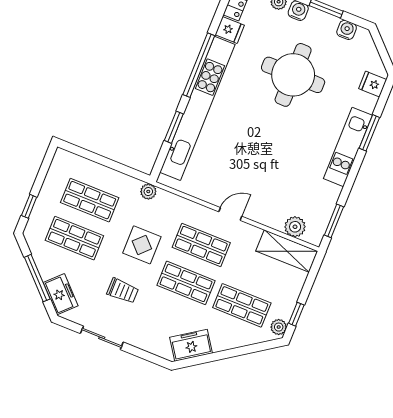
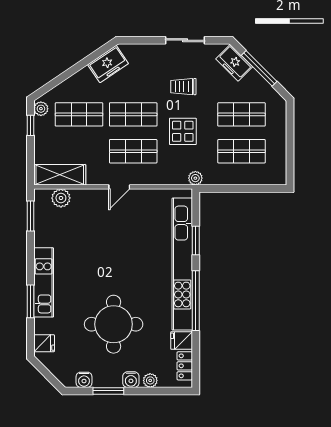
window: (29, 206) -> (290, 126), removed

